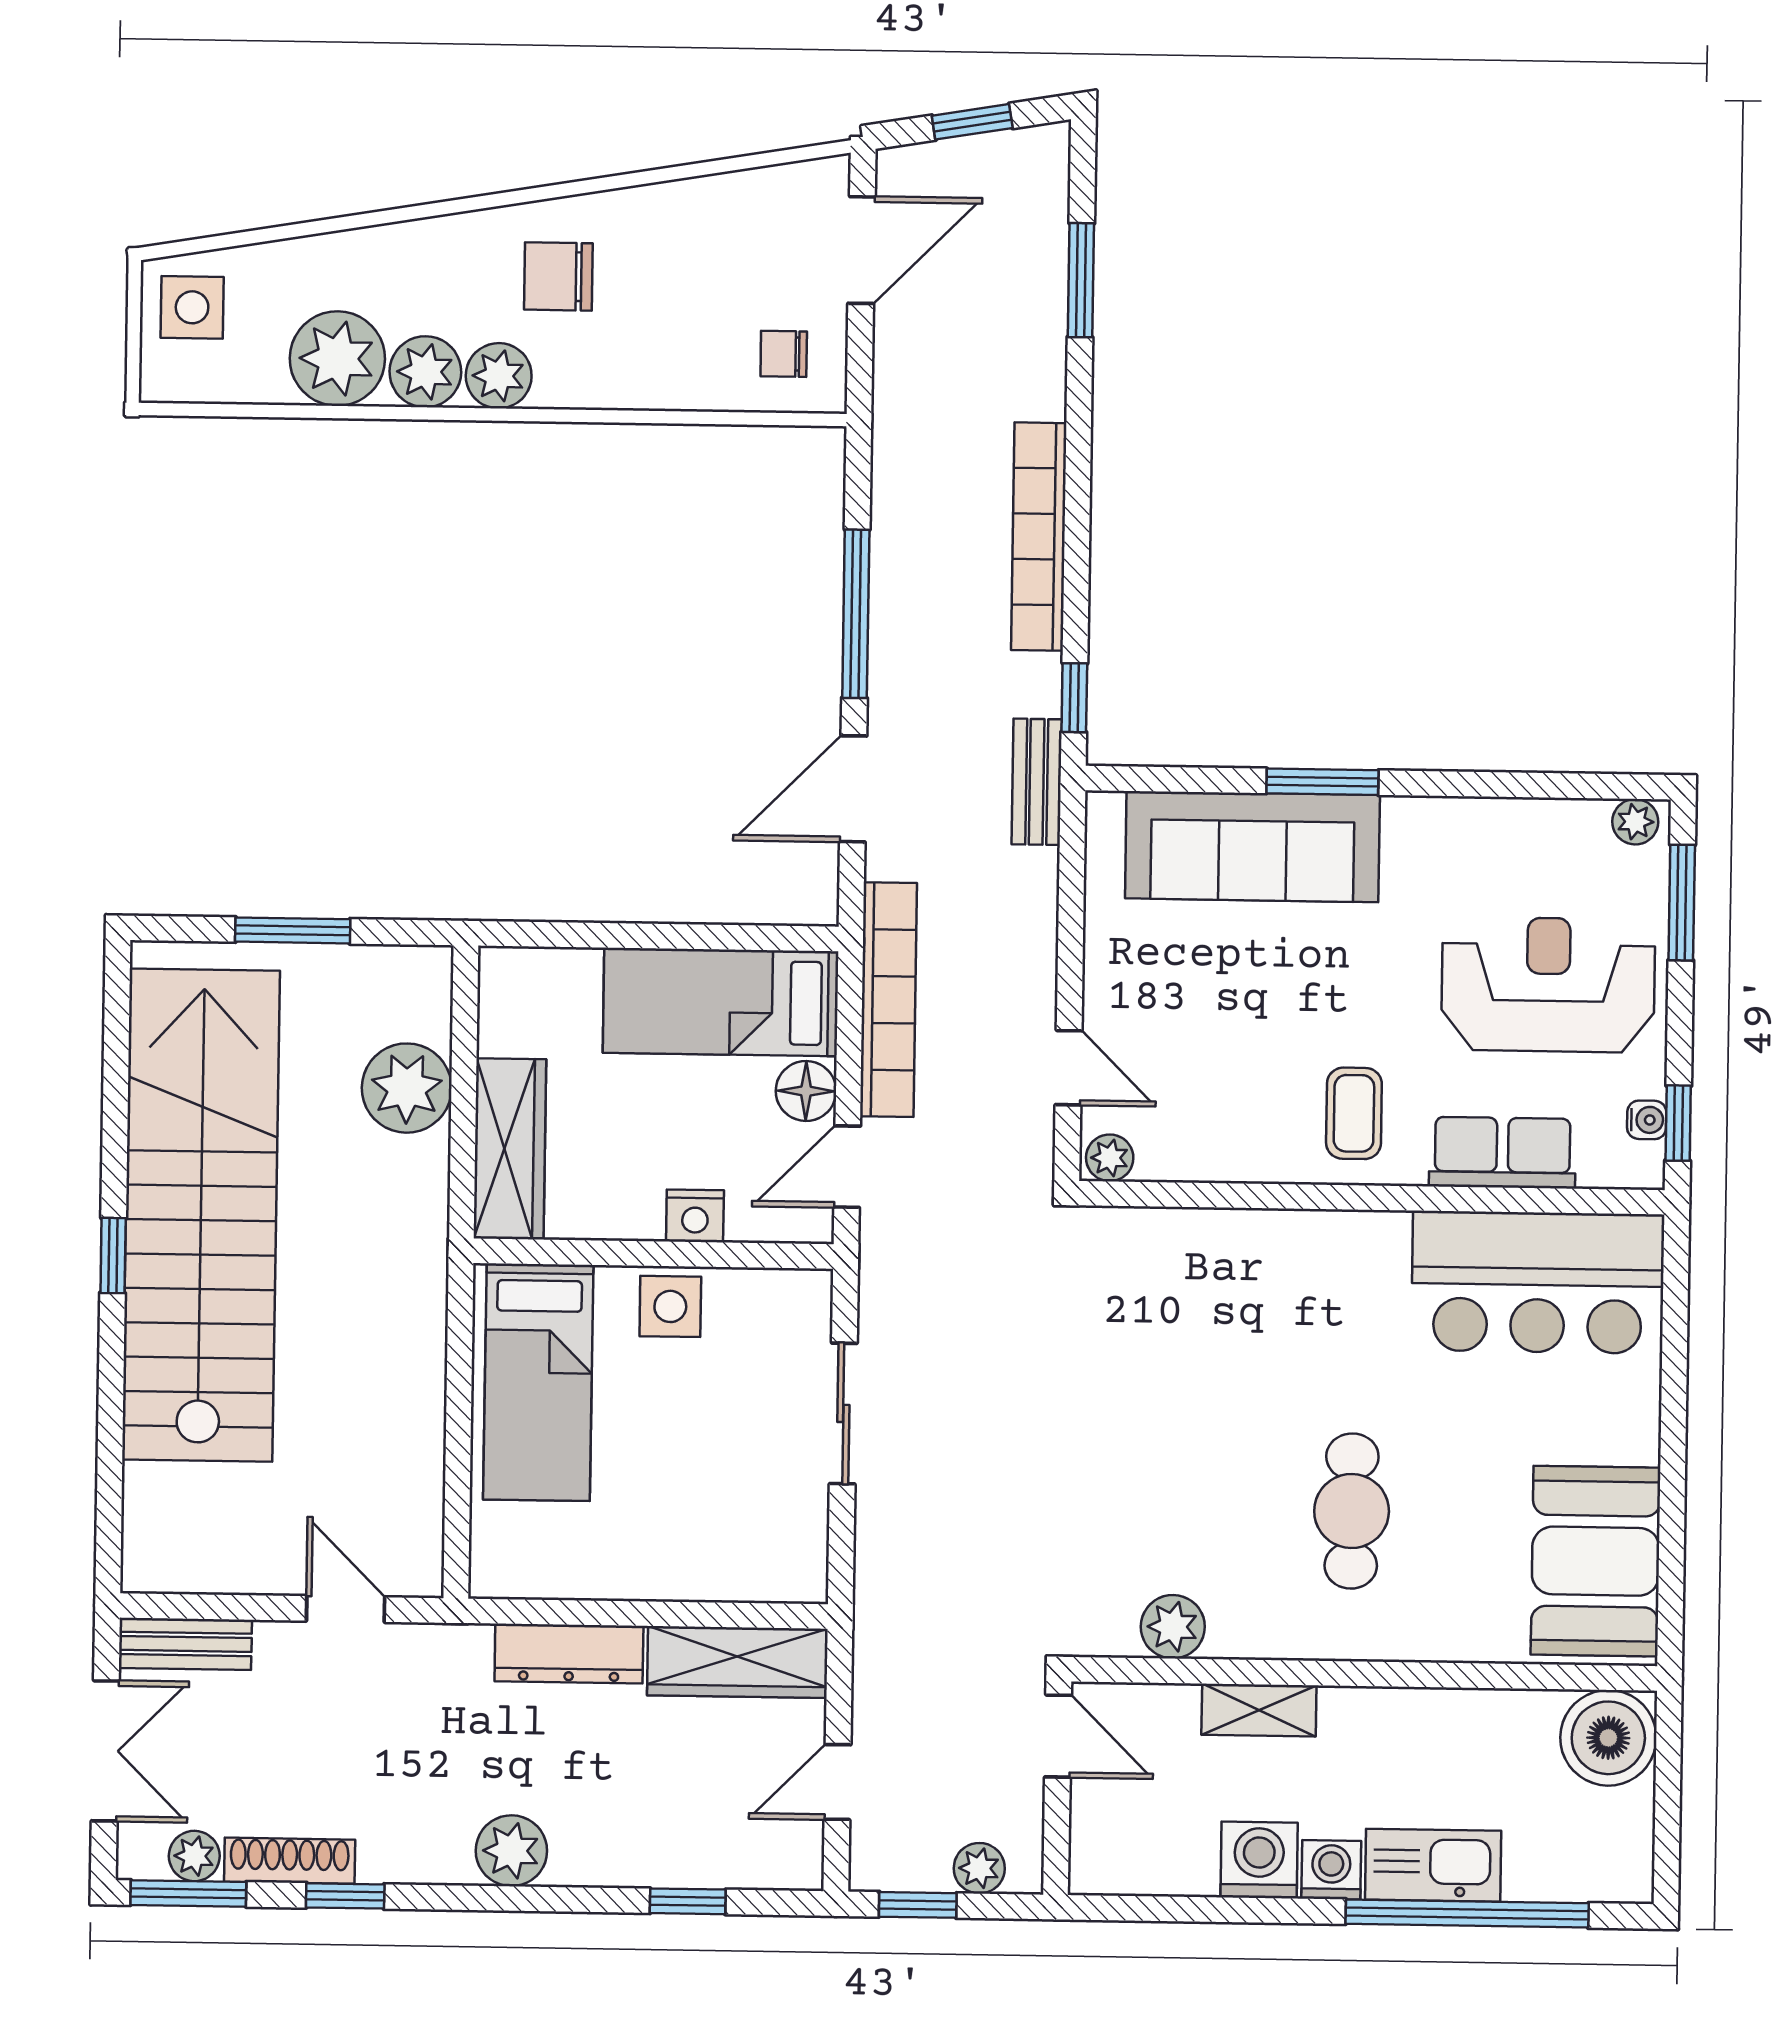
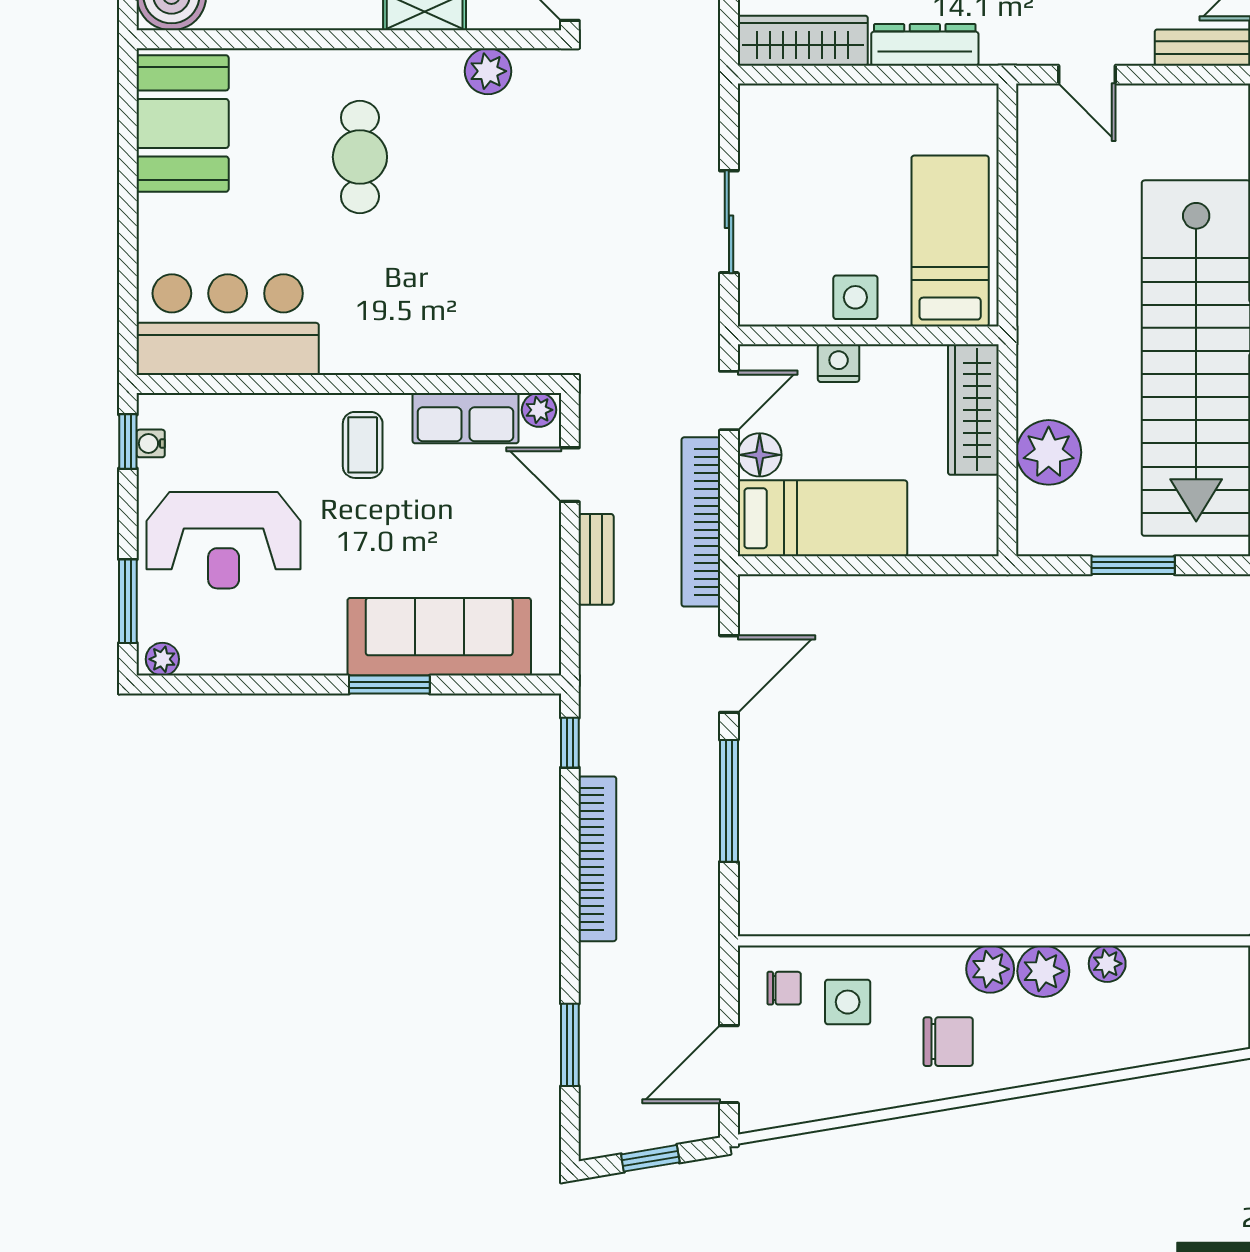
side table: (192, 307) -> (848, 1002), moved
plant: (337, 359) -> (1107, 964), width x0.53, depth x0.53
bench: (1037, 782) -> (596, 559), moved
row of seats: (1502, 1153) -> (466, 418), moved

